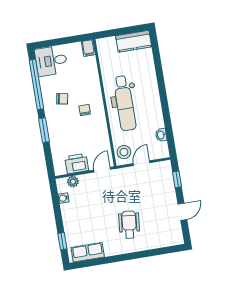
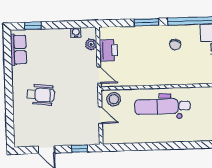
chair: (85, 110) -> (161, 66), removed
washbasin: (161, 135) -> (126, 139), removed

